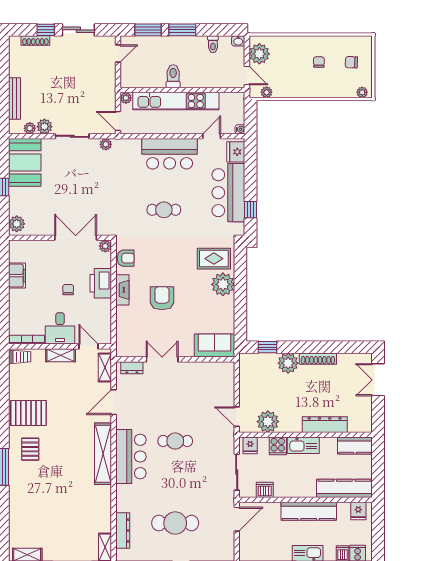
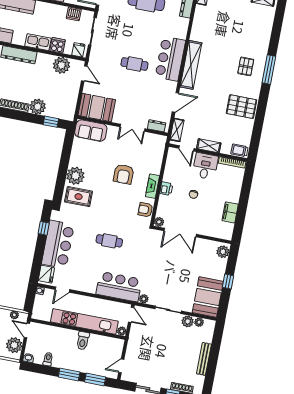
bench: (14, 98) -> (204, 359), moved
bar counter: (170, 154) -> (119, 287), moved
printer: (101, 283) -> (166, 189), width x0.53, depth x0.68
booth: (213, 376) -> (97, 108), added
pallet: (30, 449) -> (246, 66), moved

